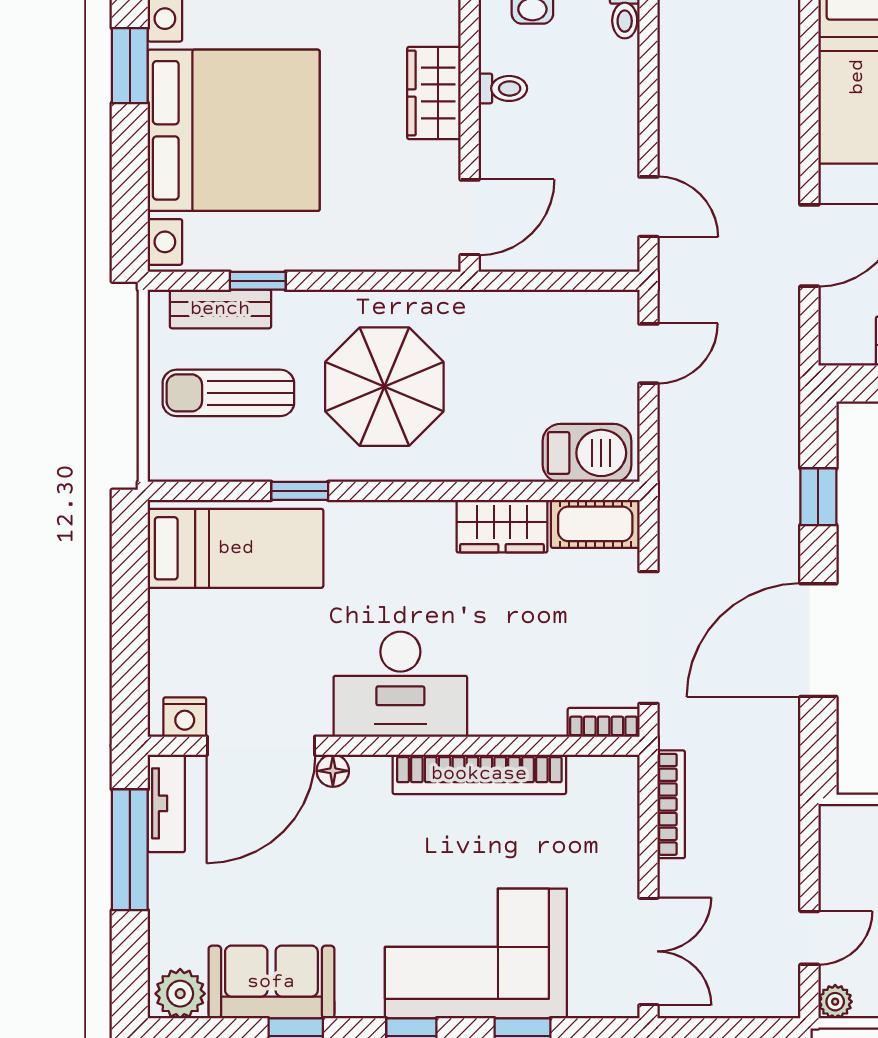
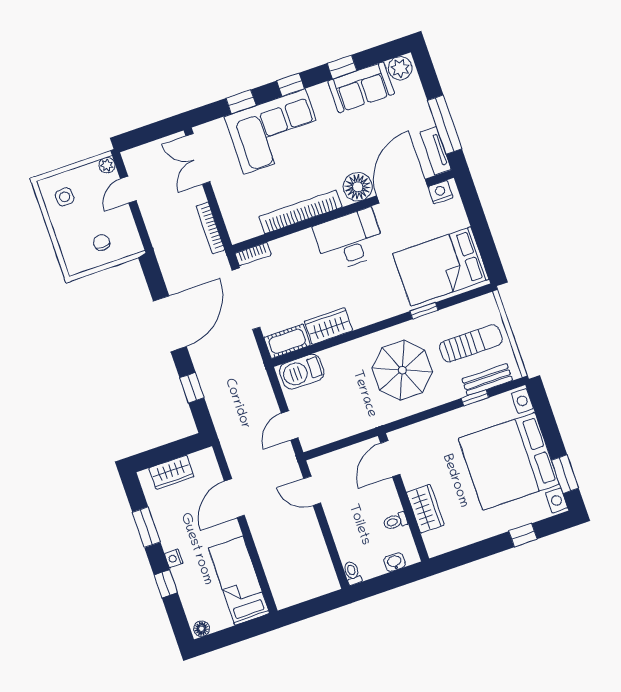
bed: (236, 548) -> (441, 266), width x1.50
floor lamp: (333, 771) -> (358, 187), width x1.89, depth x1.89

